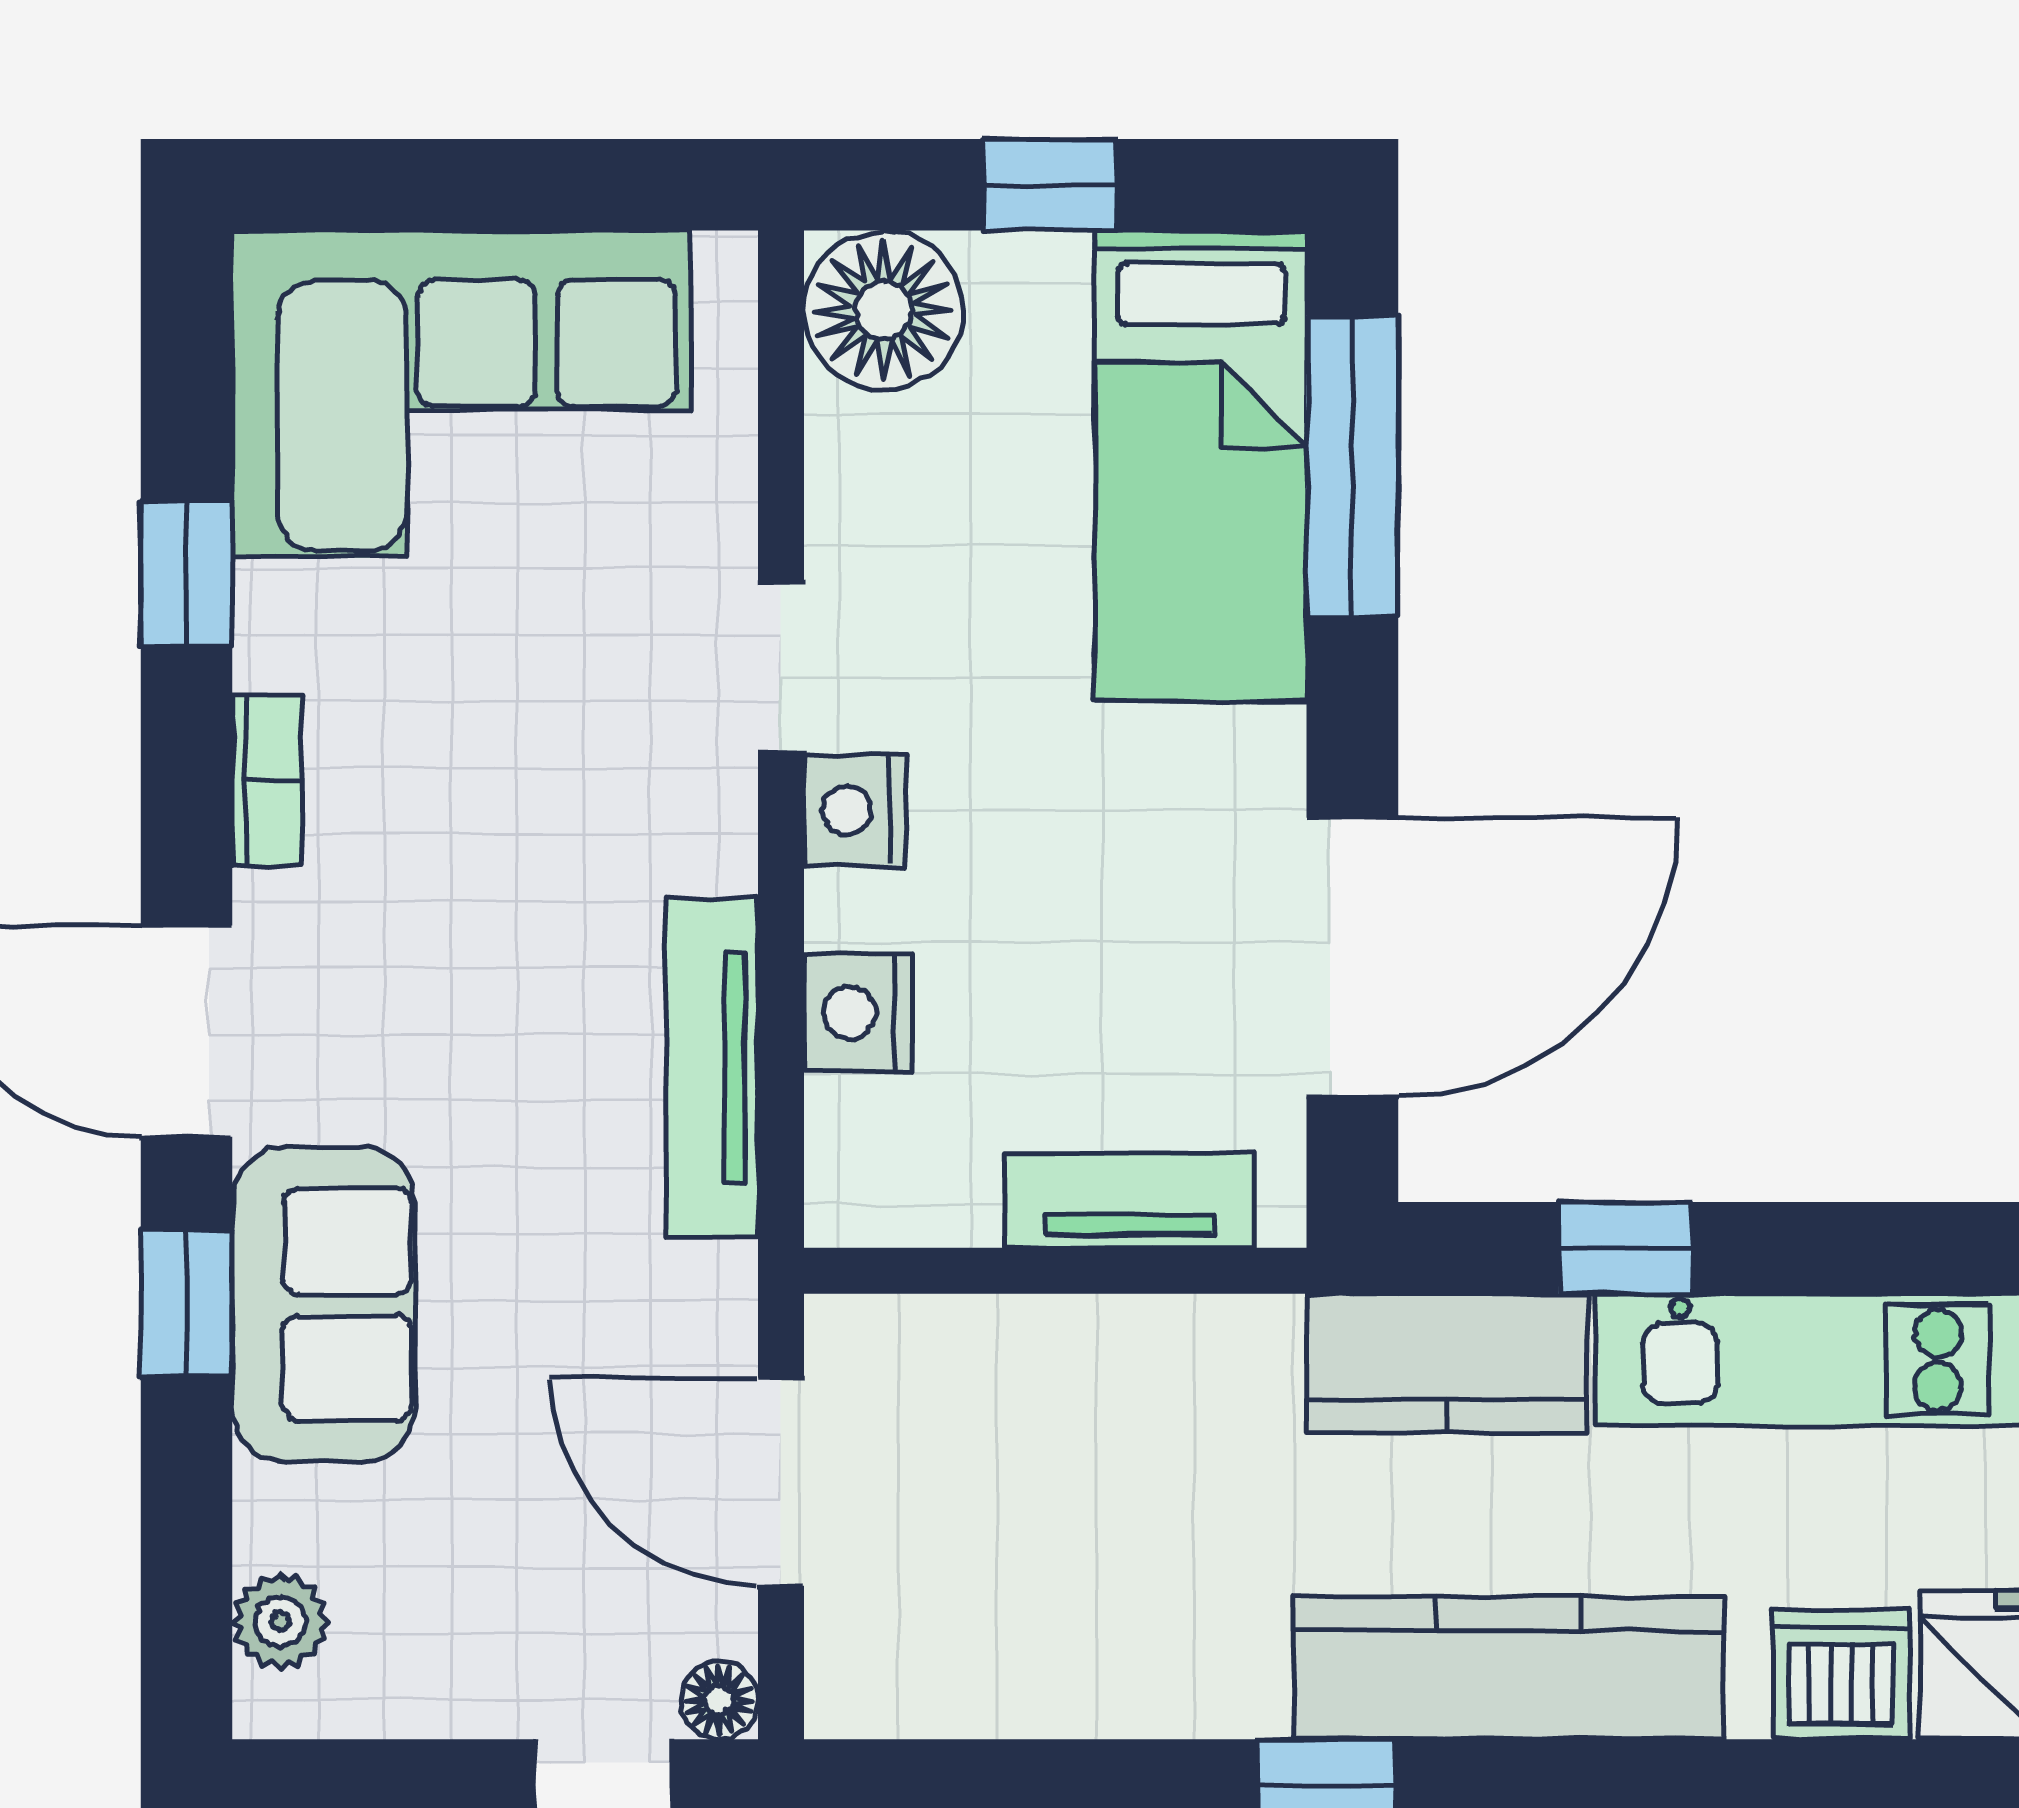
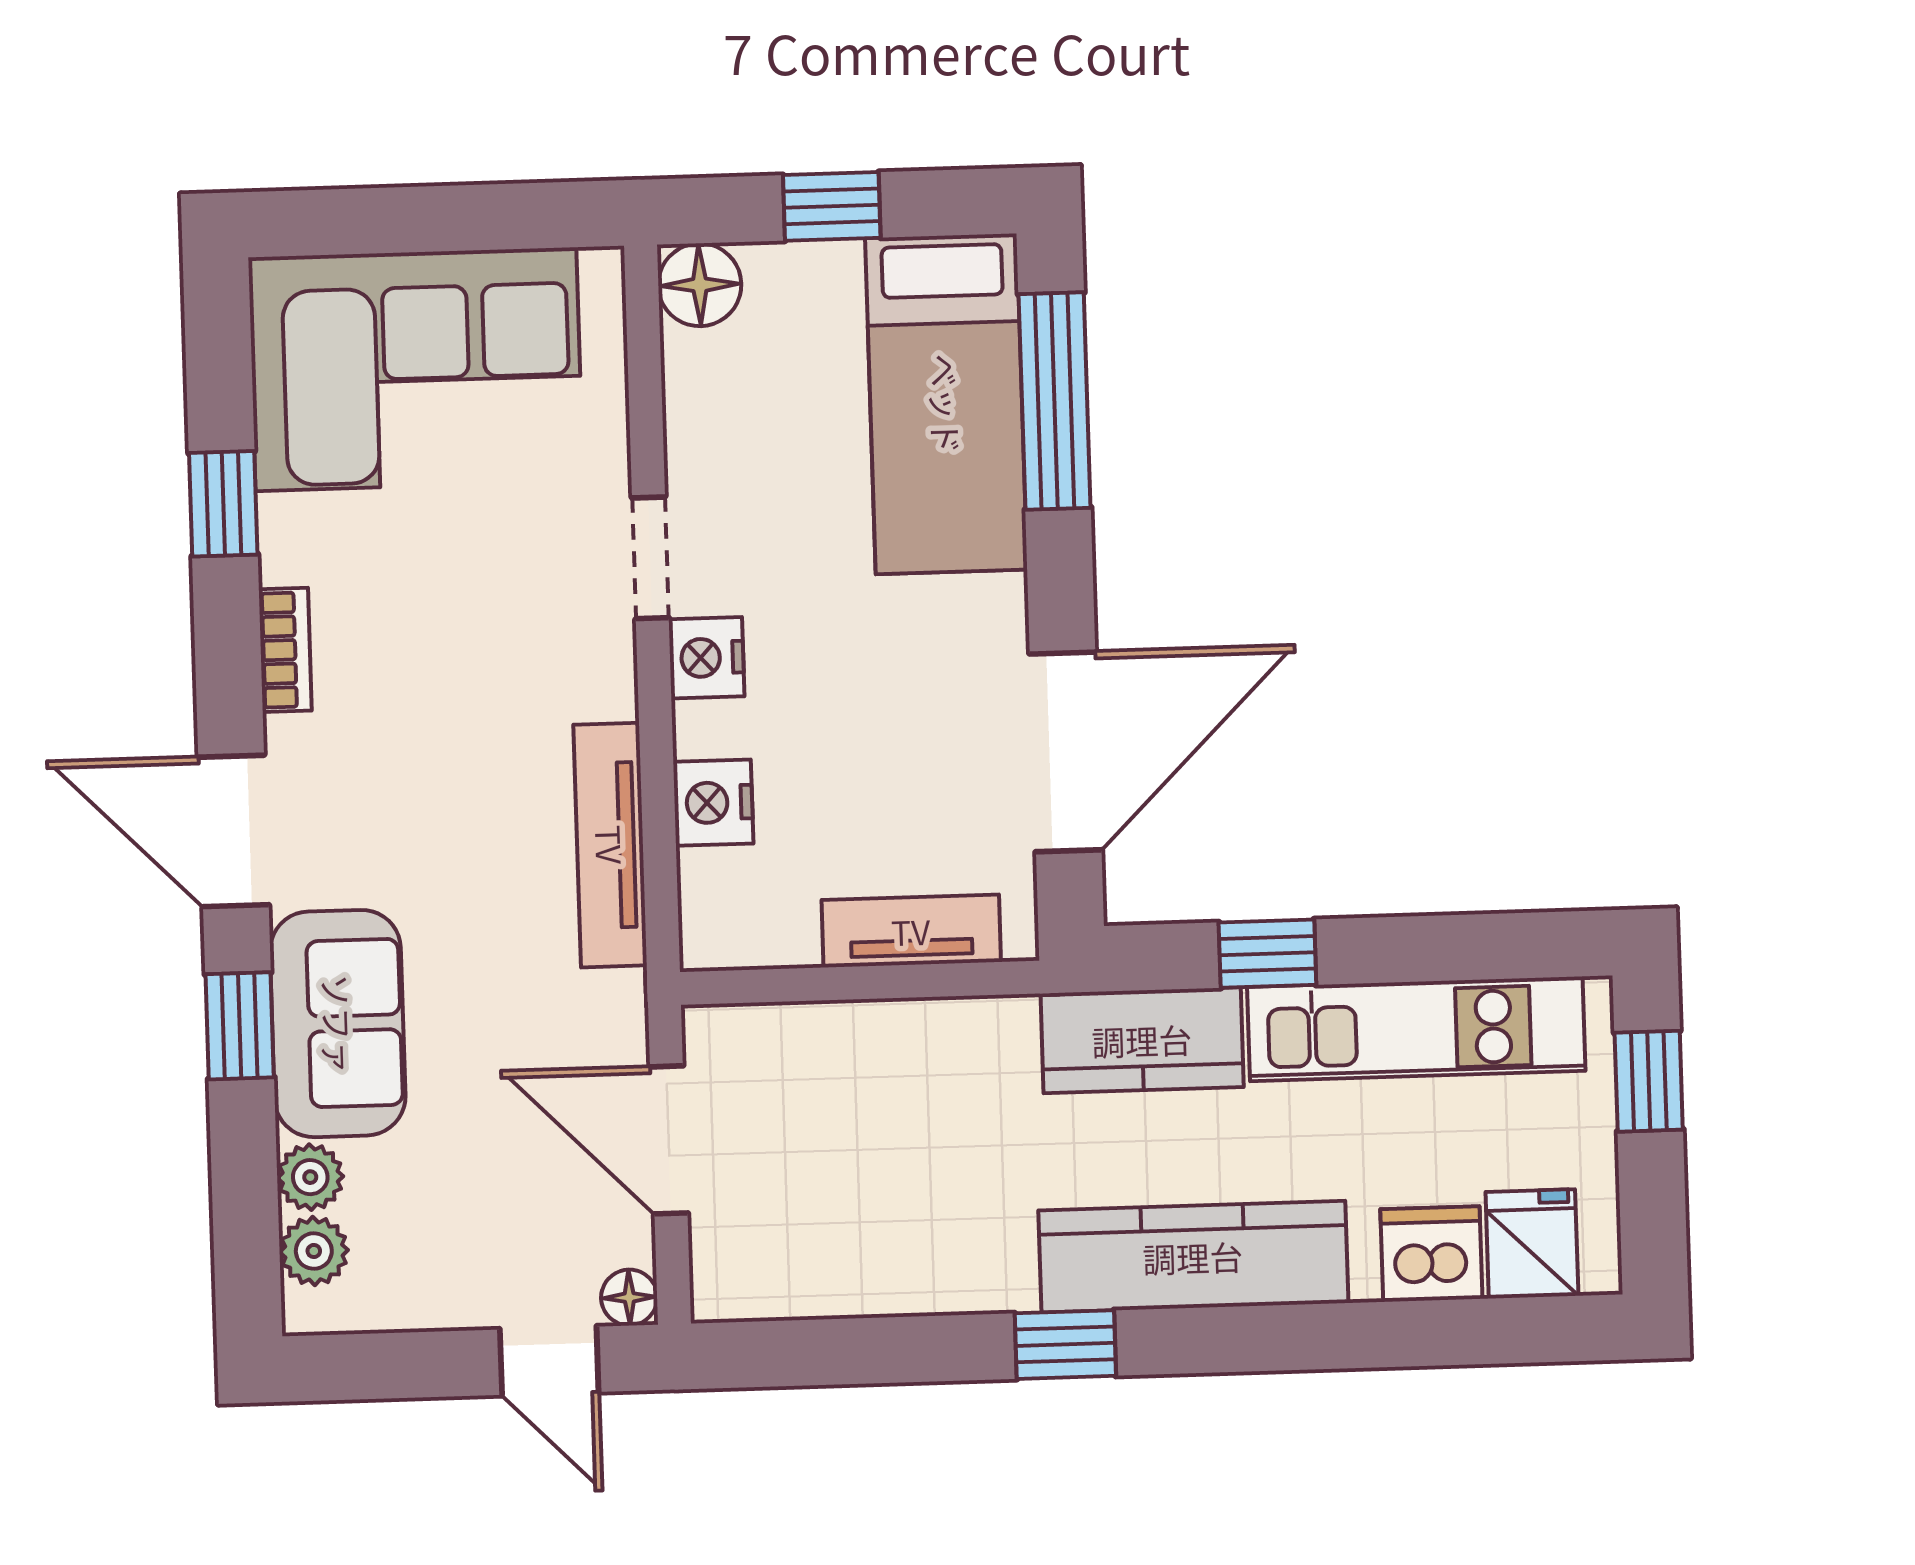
floor lamp: (884, 310) -> (700, 285), width x0.73, depth x0.73
plant: (278, 1518) -> (310, 1177), added

